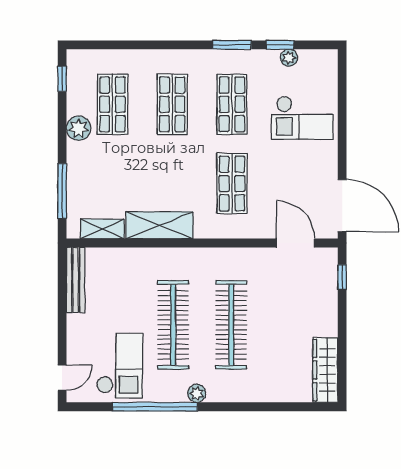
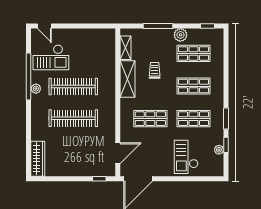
trolley: (144, 175) -> (155, 70), added
window: (62, 191) -> (158, 26), moved
bench: (76, 280) -> (98, 33), removed
wardrobe: (325, 370) -> (38, 159), moved, turned 90
plant: (197, 393) -> (36, 89), moved

